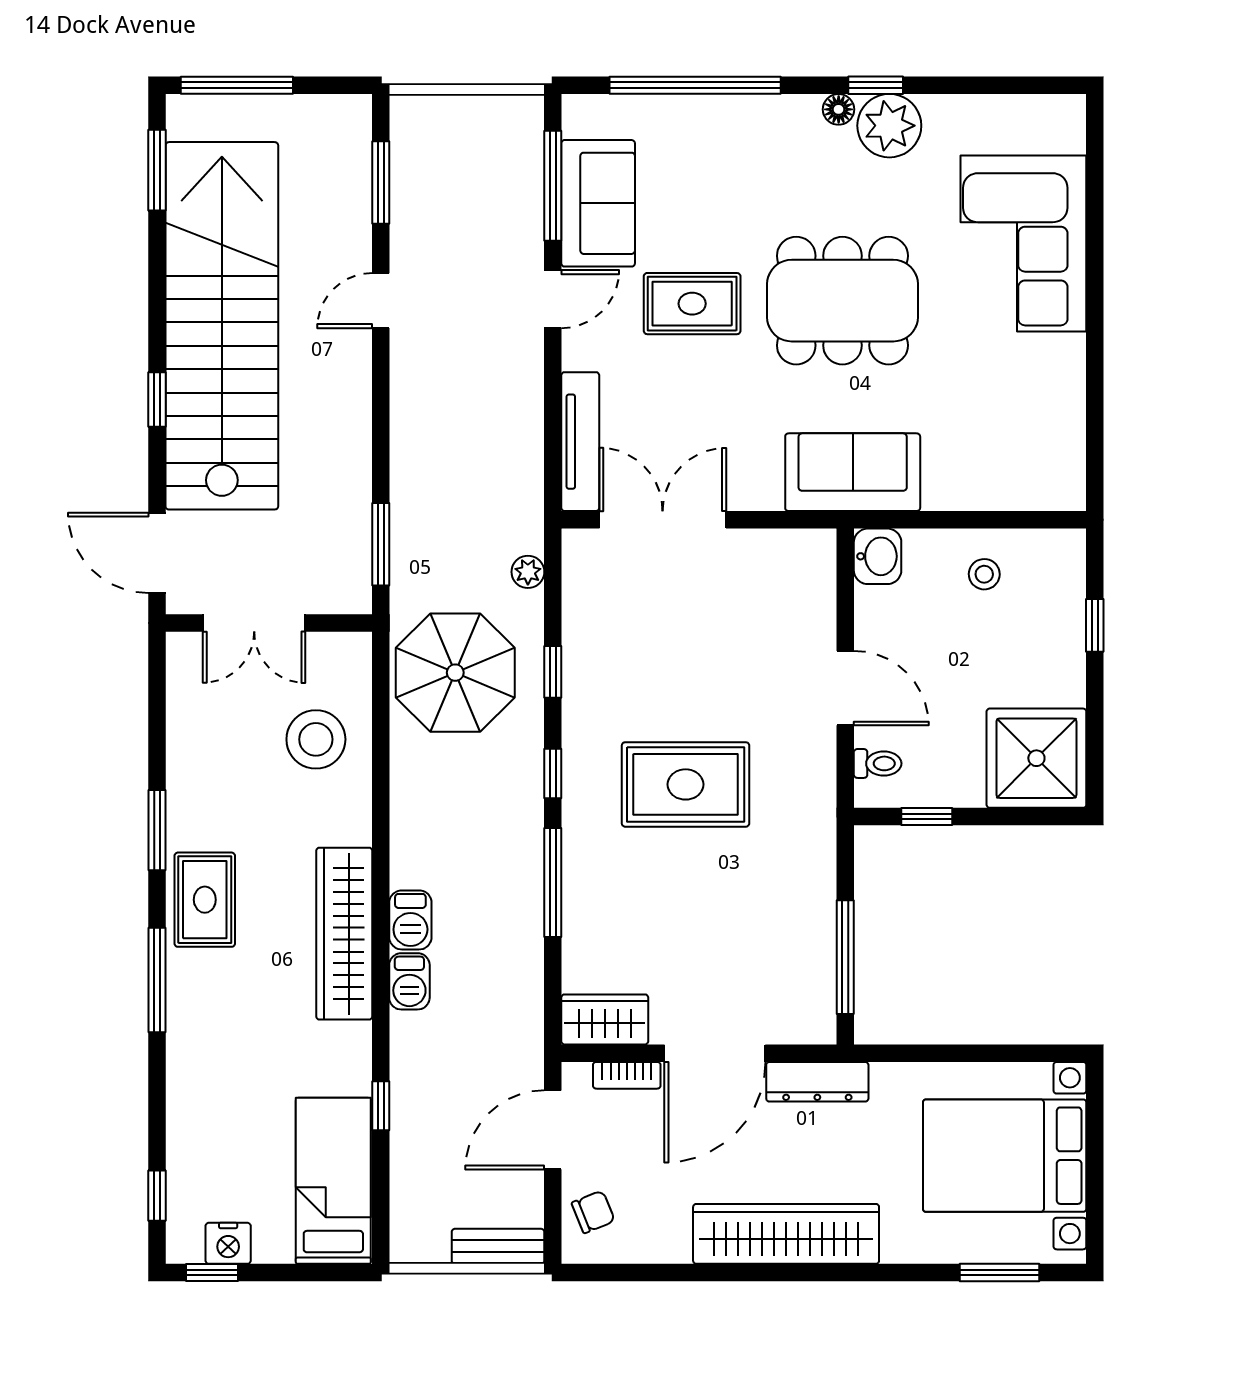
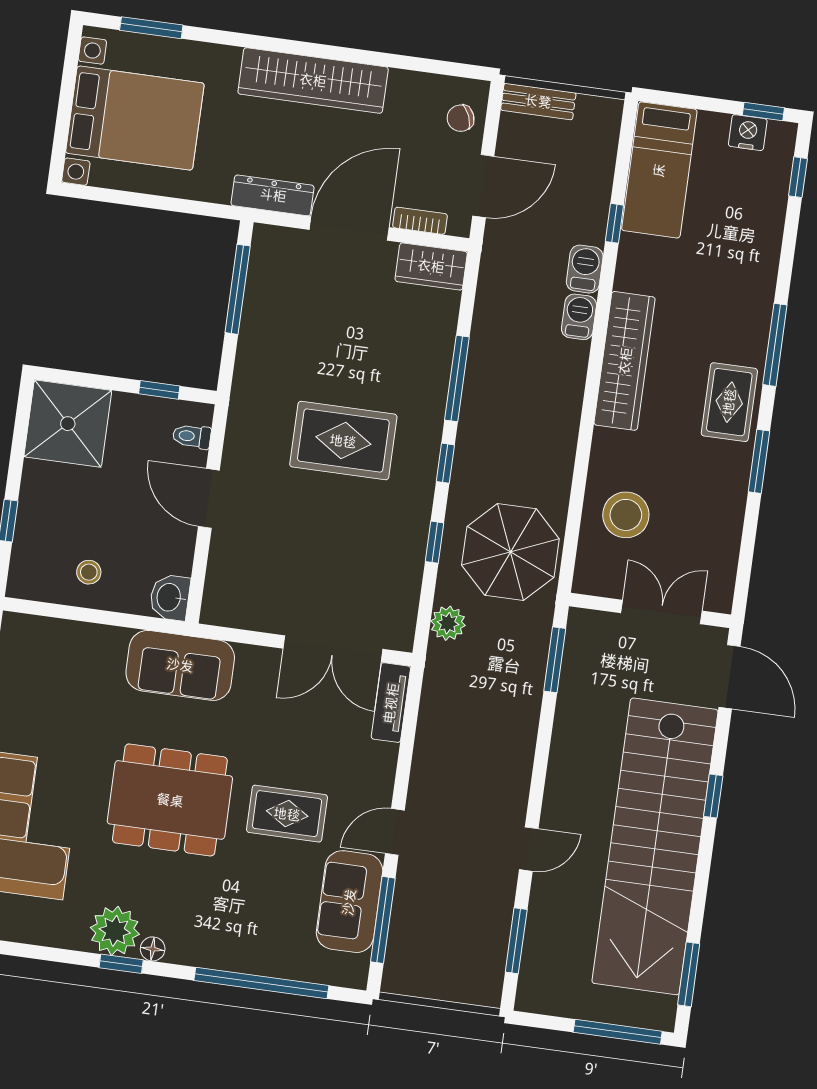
tv unit: (580, 442) -> (391, 703), width x0.71
plant: (528, 572) -> (448, 623), width x1.38, depth x1.38
barbecue: (410, 920) -> (585, 269), moved

